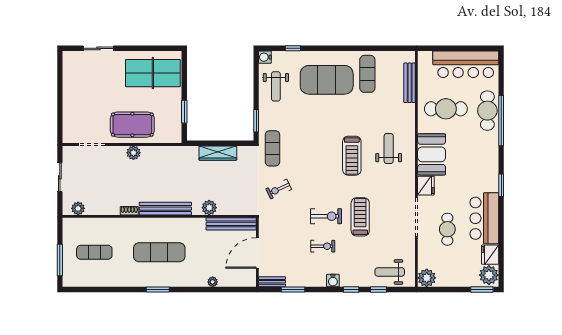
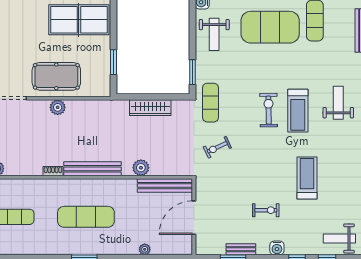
exercise bike: (326, 216) -> (269, 110), moved, turned -91
bench: (272, 282) -> (241, 249), moved

